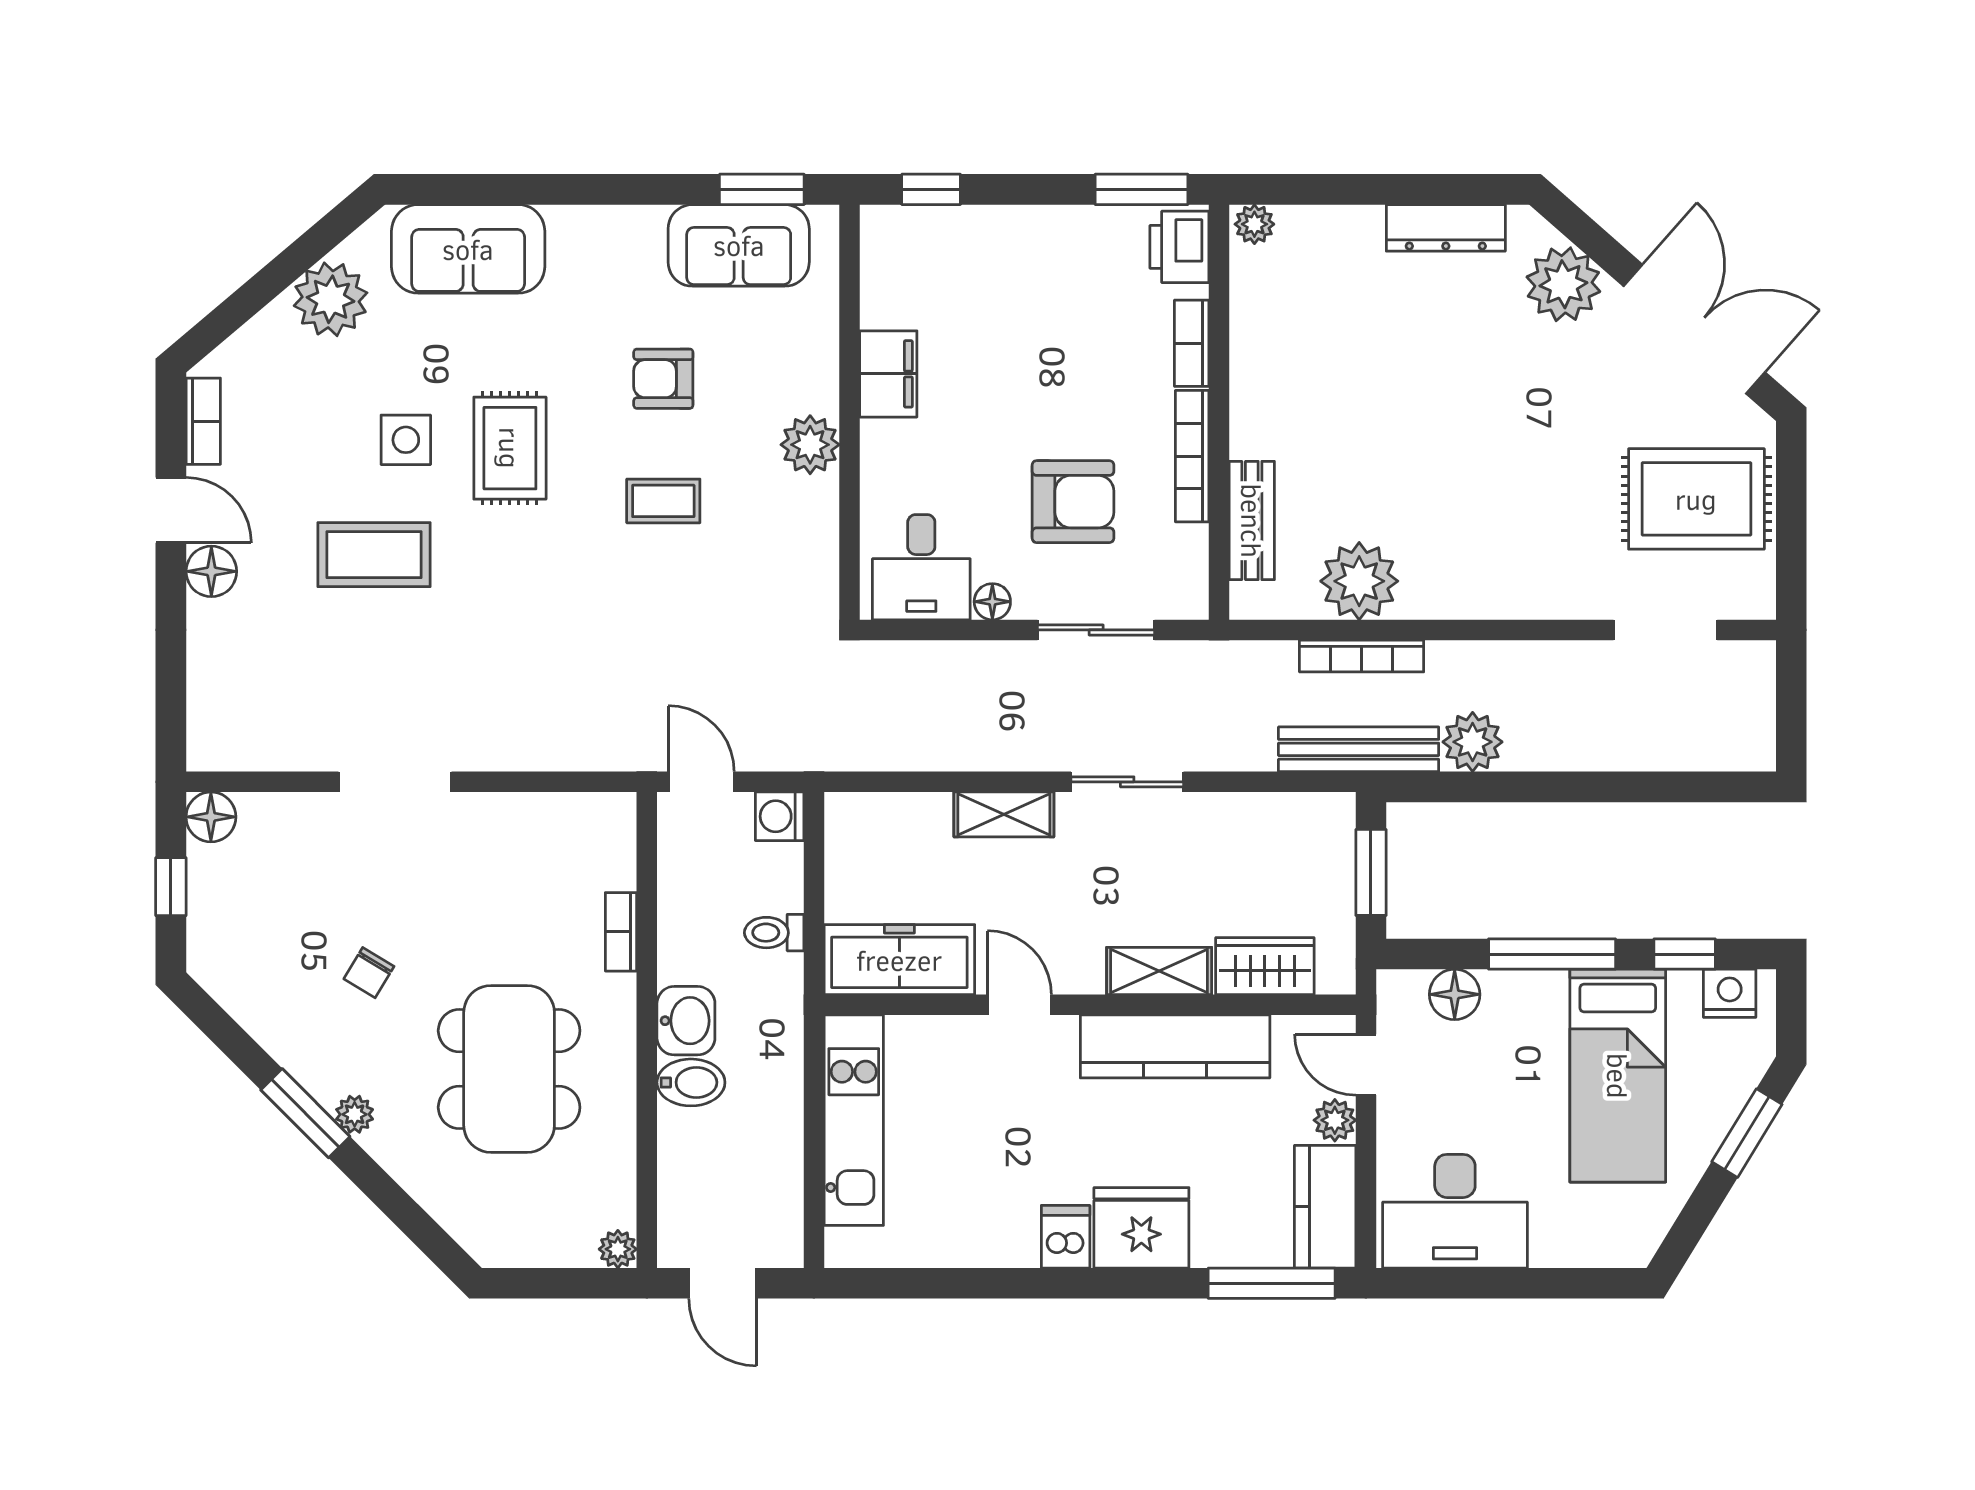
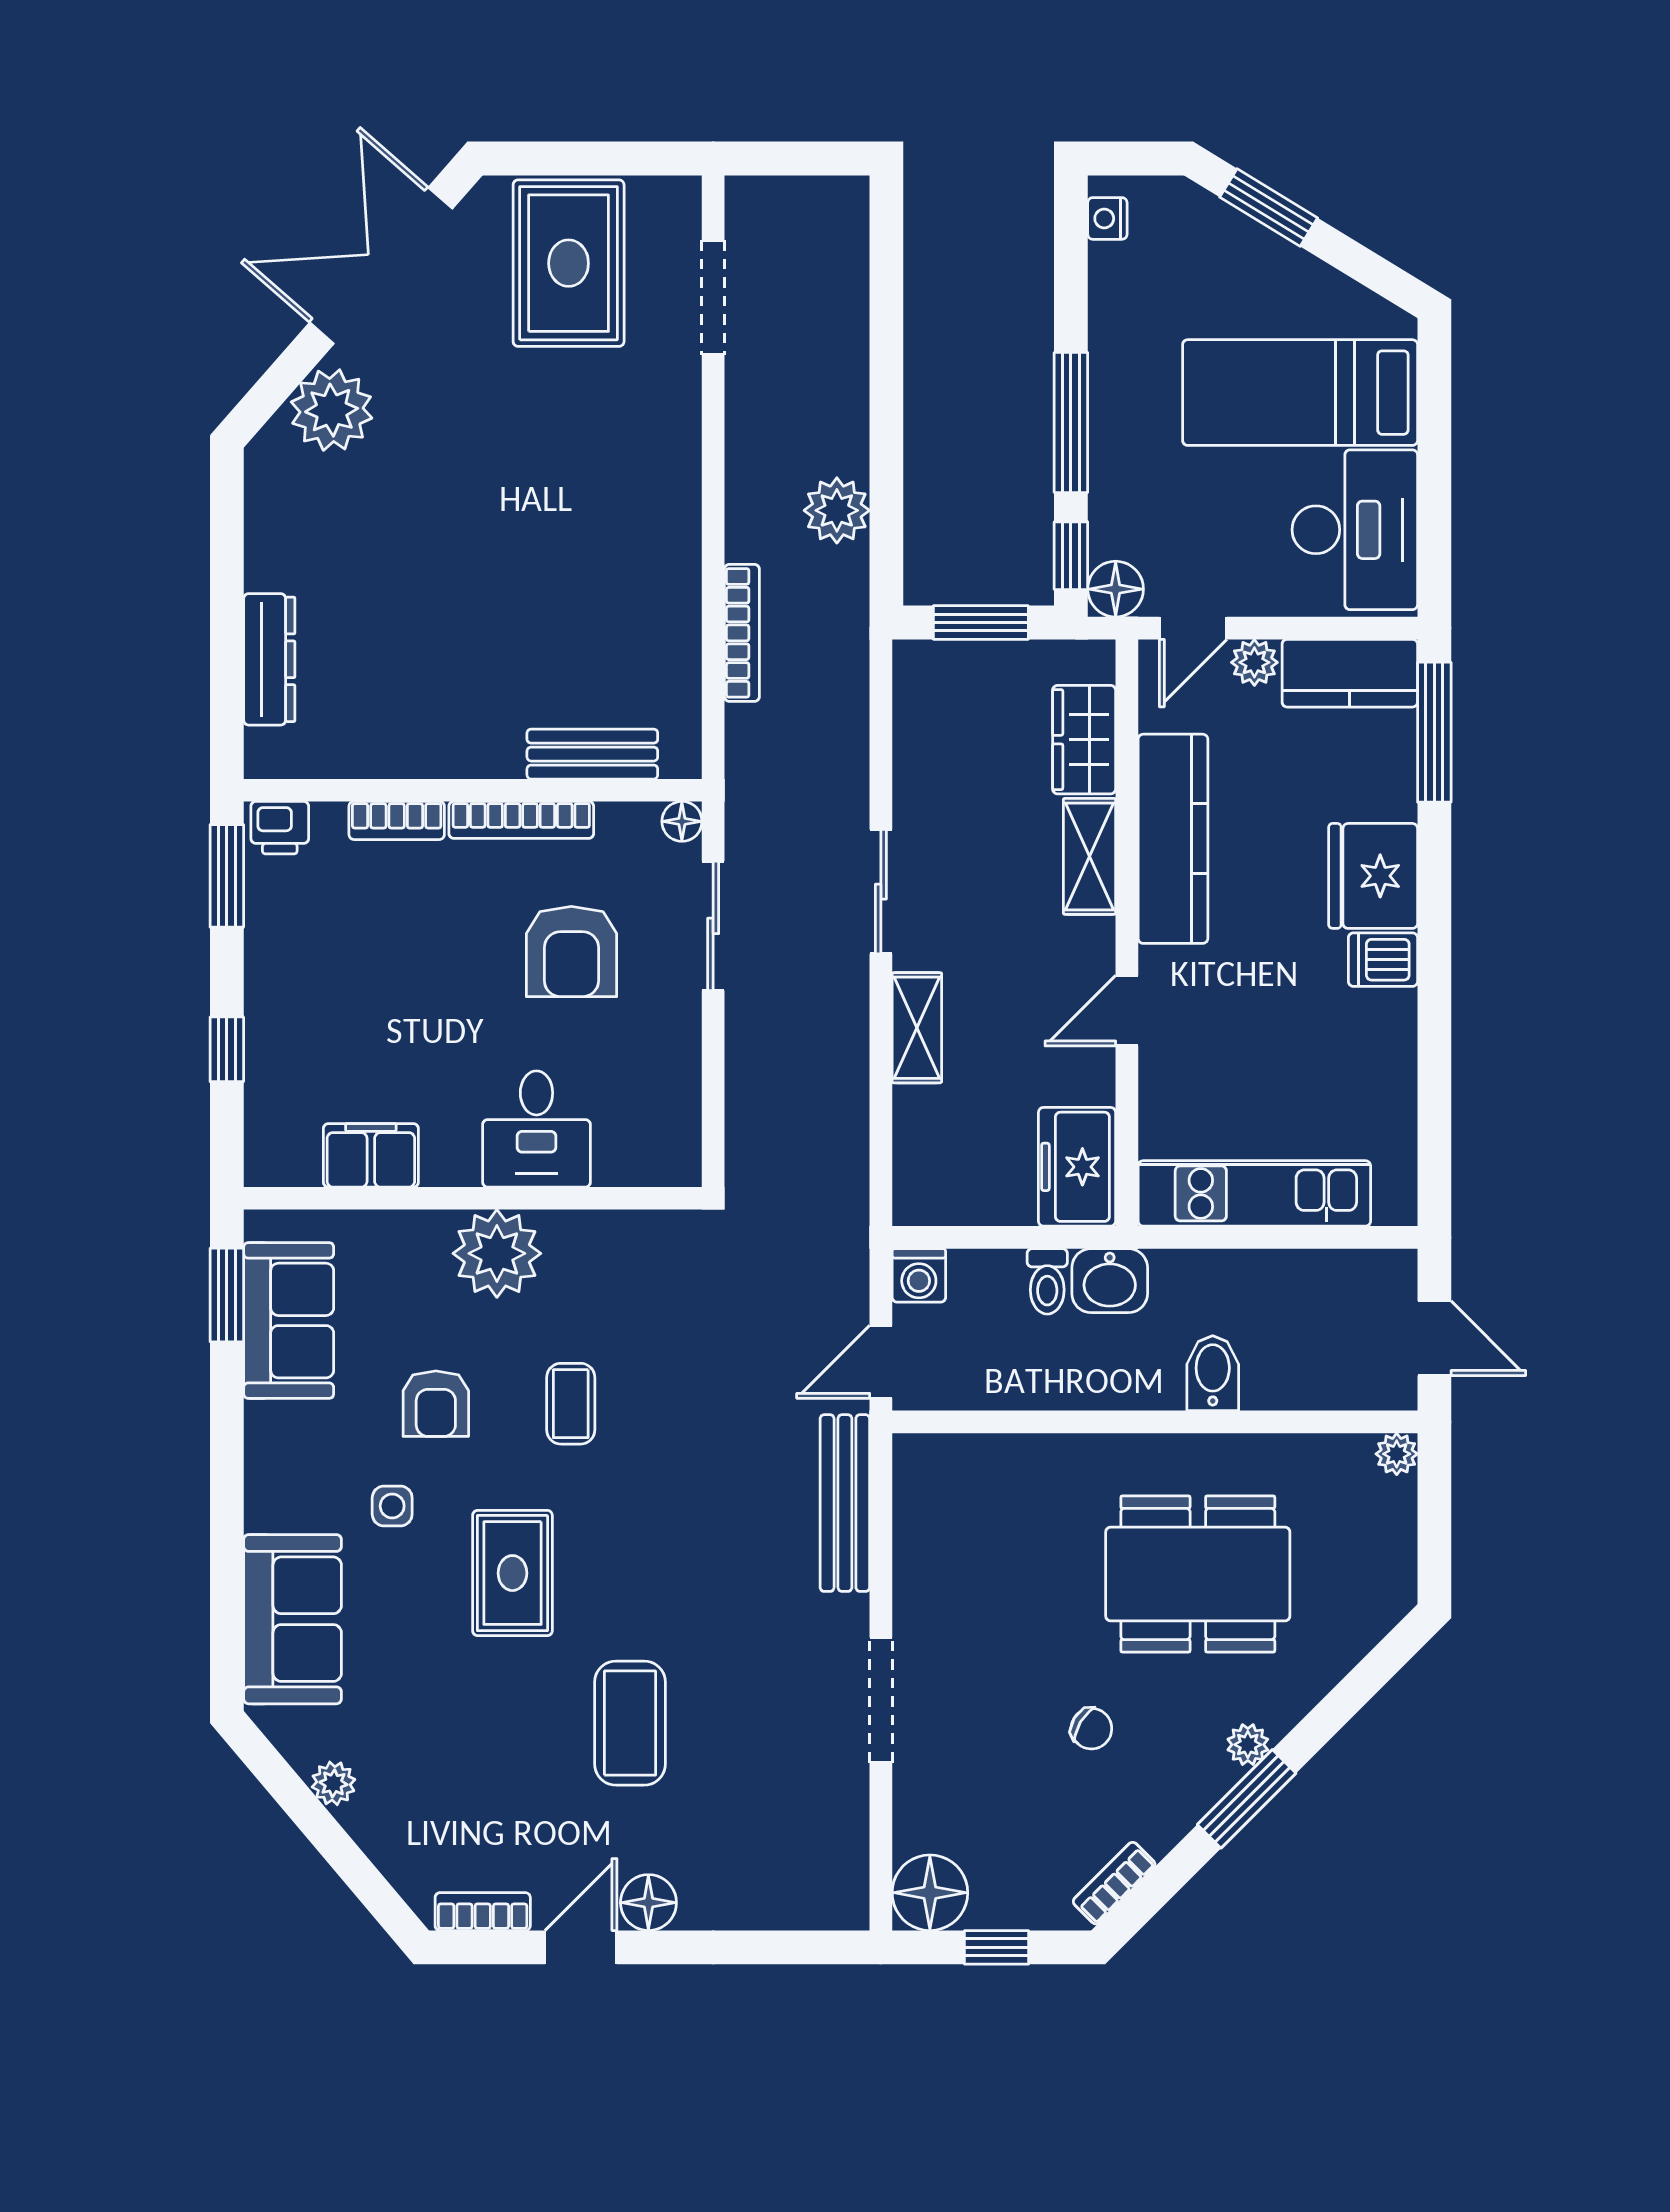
window: (931, 189) -> (227, 1049), moved
plant: (1254, 224) -> (265, 751), removed
dresser: (1446, 228) -> (269, 659), moved
printer: (1179, 247) -> (280, 828), width x0.73, depth x0.81
plant: (331, 299) -> (333, 1783), width x0.53, depth x0.53
filing cabinet: (888, 374) -> (371, 1155), moved
side table: (406, 440) -> (392, 1506), moved, width x0.73, depth x0.73
plant: (810, 445) -> (497, 1253), width x1.36, depth x1.36
rug: (510, 448) -> (512, 1573), turned 90
armchair: (1073, 502) -> (571, 951), turned 180
desk: (921, 567) -> (536, 1129), moved, turned 90
plant: (1359, 581) -> (659, 635), removed
floor lamp: (992, 602) -> (682, 821), moved
bench: (1359, 749) -> (845, 1503), moved
floor lamp: (211, 817) -> (930, 1893), width x1.38, depth x1.38
bookcase: (621, 932) -> (1114, 1883), moved, turned 135
window: (1685, 954) -> (1071, 556), moved
freezer: (899, 960) -> (1077, 1167), width x0.71
nightstand: (1730, 993) -> (1107, 218), width x0.72, depth x0.74
floor lamp: (1455, 994) -> (1116, 589), moved
washbasin: (686, 1021) -> (1110, 1281), moved, turned 180
bed: (1618, 1076) -> (1300, 393), moved, turned 180
door: (723, 1283) -> (1434, 1338), hinge flipped

